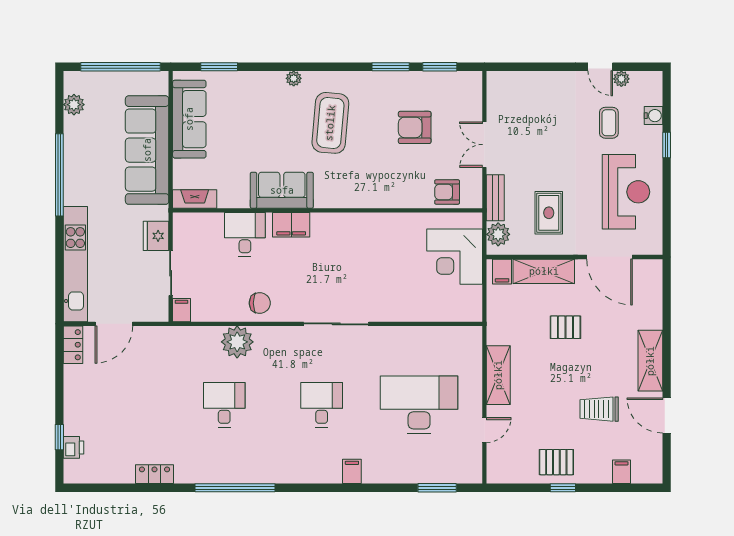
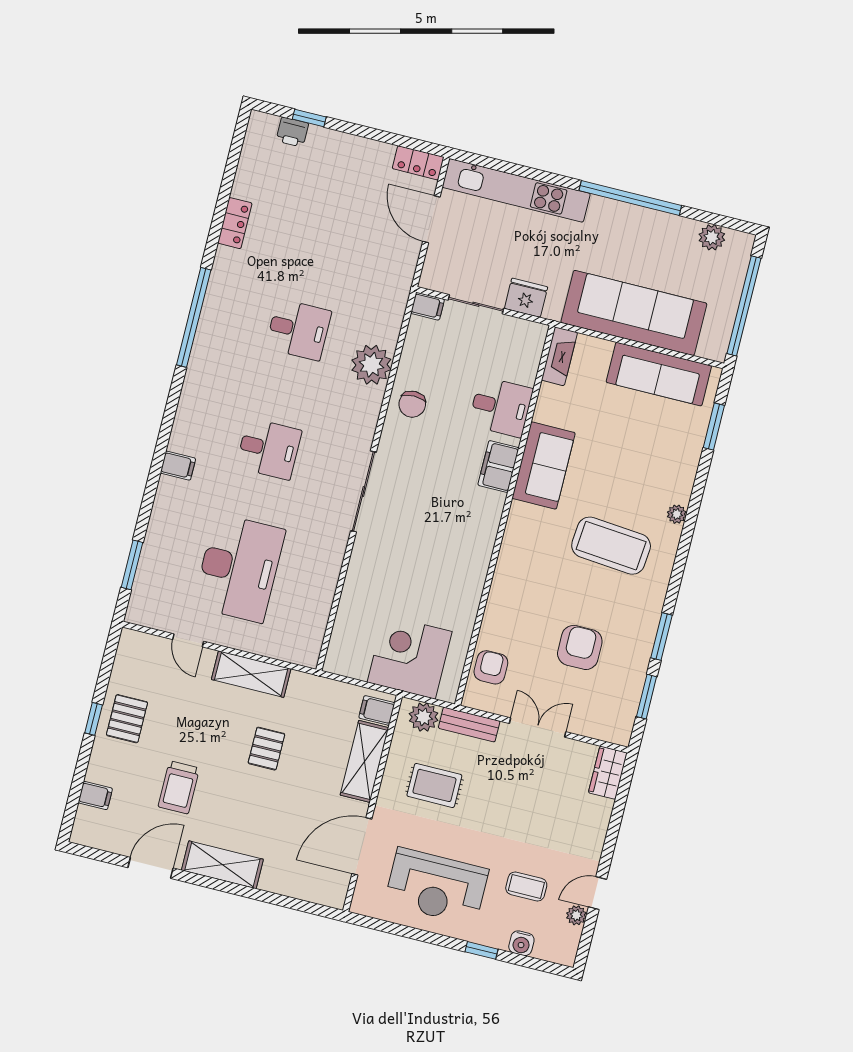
wardrobe: (506, 82) -> (608, 773), added
pallet: (565, 327) -> (266, 749), moved
trolley: (599, 409) -> (179, 787), turned 180

